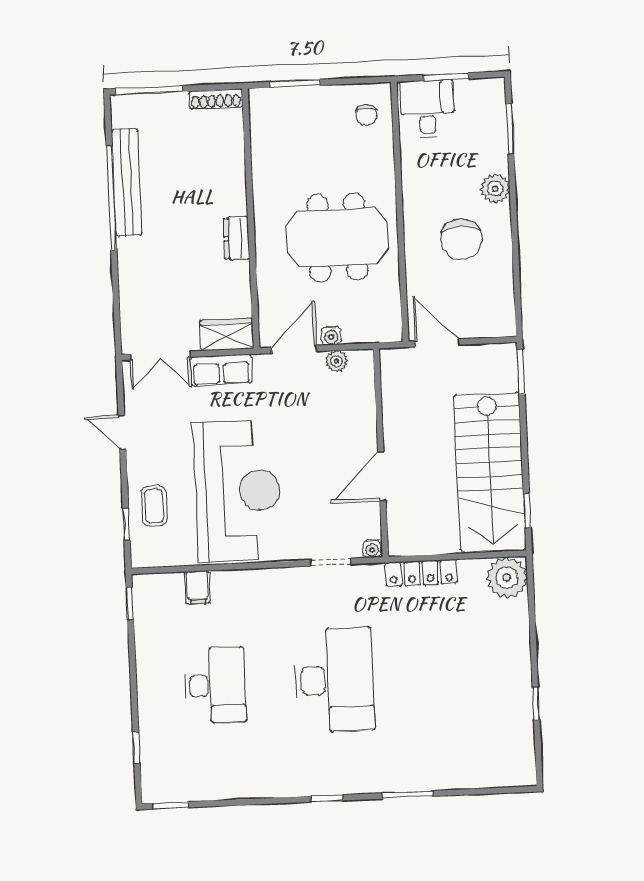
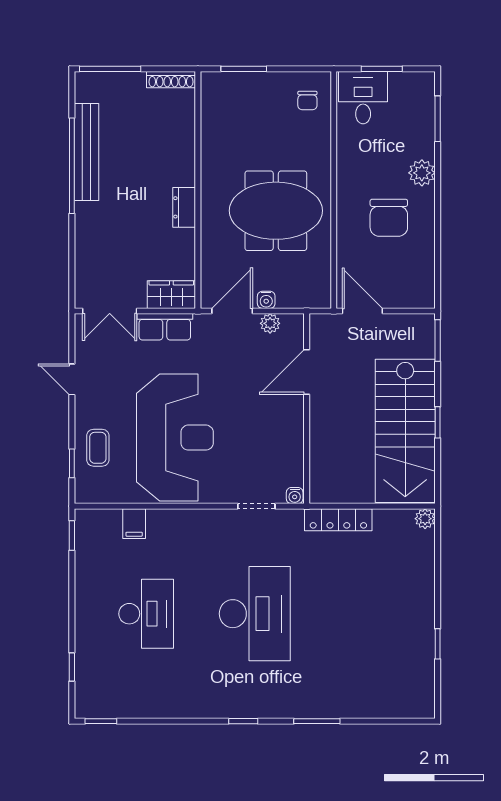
door: (382, 476) -> (307, 372), moved
window: (527, 511) -> (438, 422), moved
plant: (507, 578) -> (425, 519), width x0.53, depth x0.53

